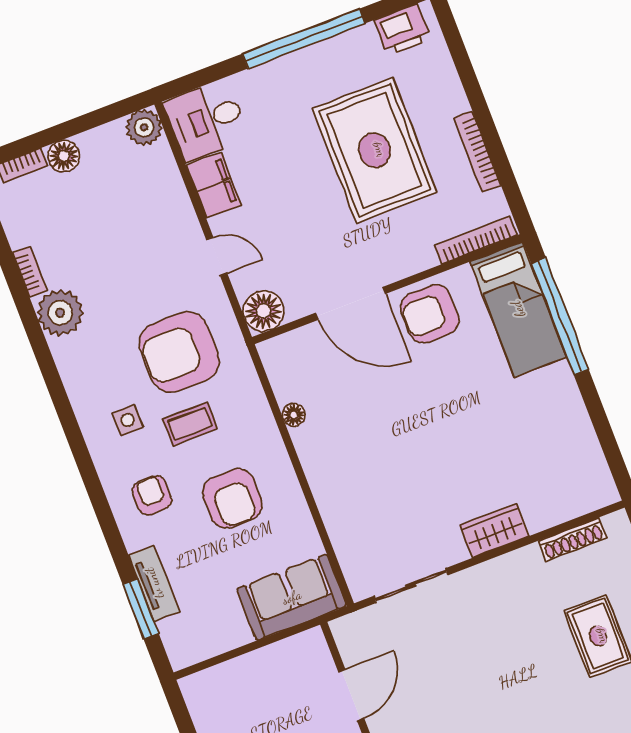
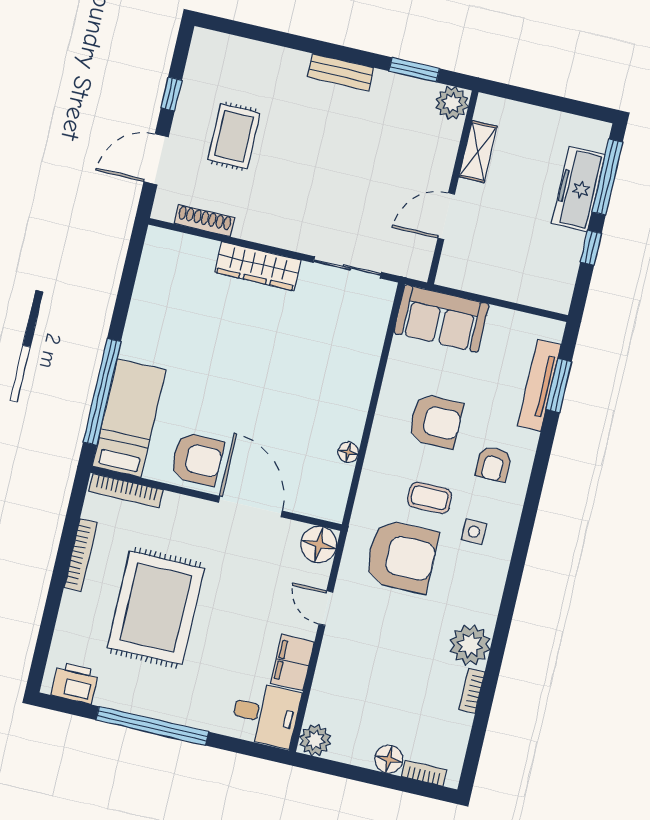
armchair: (232, 498) -> (435, 421), turned 90
wardrobe: (494, 531) -> (258, 266), width x1.50
tv unit: (154, 583) -> (539, 385), width x1.41

